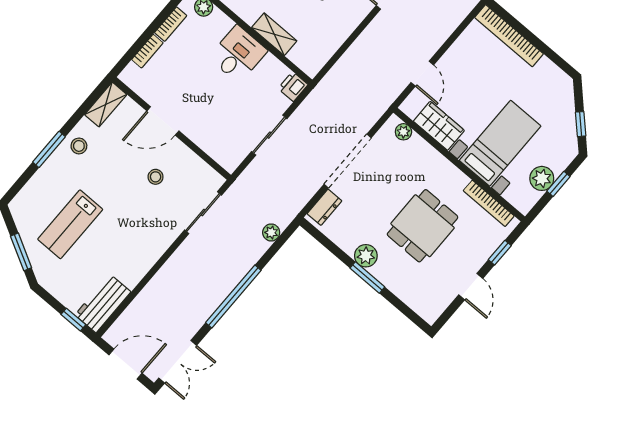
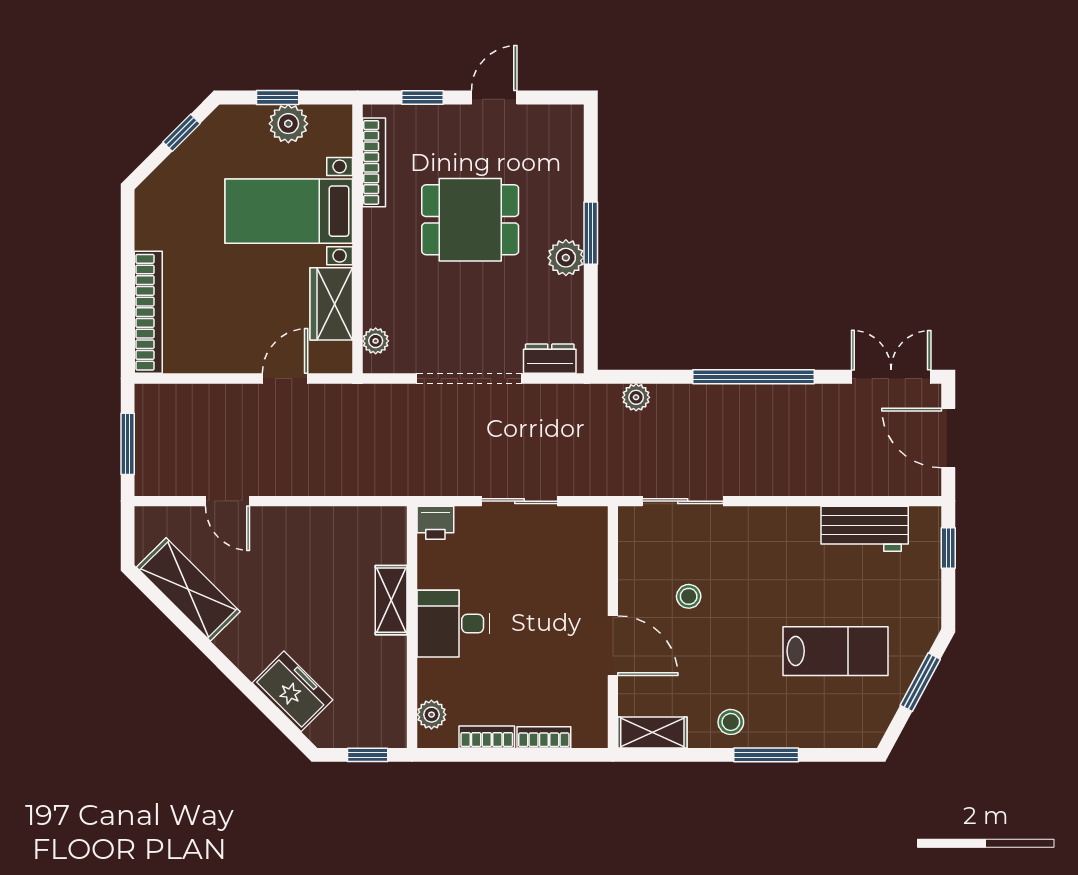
workbench: (103, 303) -> (865, 529), moved

